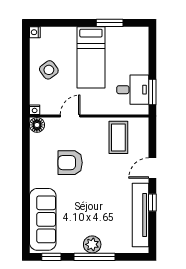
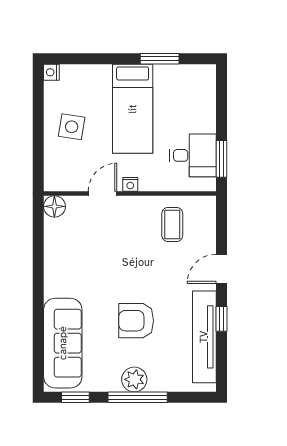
side table: (49, 70) -> (72, 127), turned 45
nightstand: (35, 110) -> (130, 184), moved
coffee table: (118, 137) -> (172, 225), width x0.73, depth x0.77
armchair: (70, 163) -> (136, 321), moved

